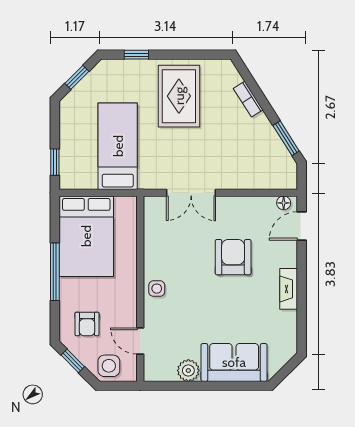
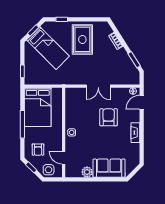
bed: (118, 146) -> (48, 48), moved, turned 135
double door: (191, 193) -> (98, 86), moved

